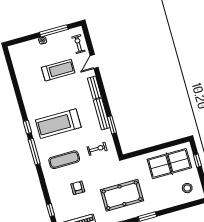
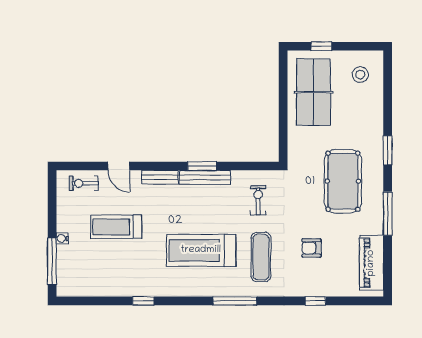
window: (54, 31) -> (52, 261), moved
treadmill: (58, 70) -> (116, 227), turned -90
treadmill: (58, 124) -> (201, 250), turned 90
window: (112, 125) -> (202, 166), moved
window: (27, 127) -> (143, 301), moved
window: (51, 210) -> (315, 301), moved

